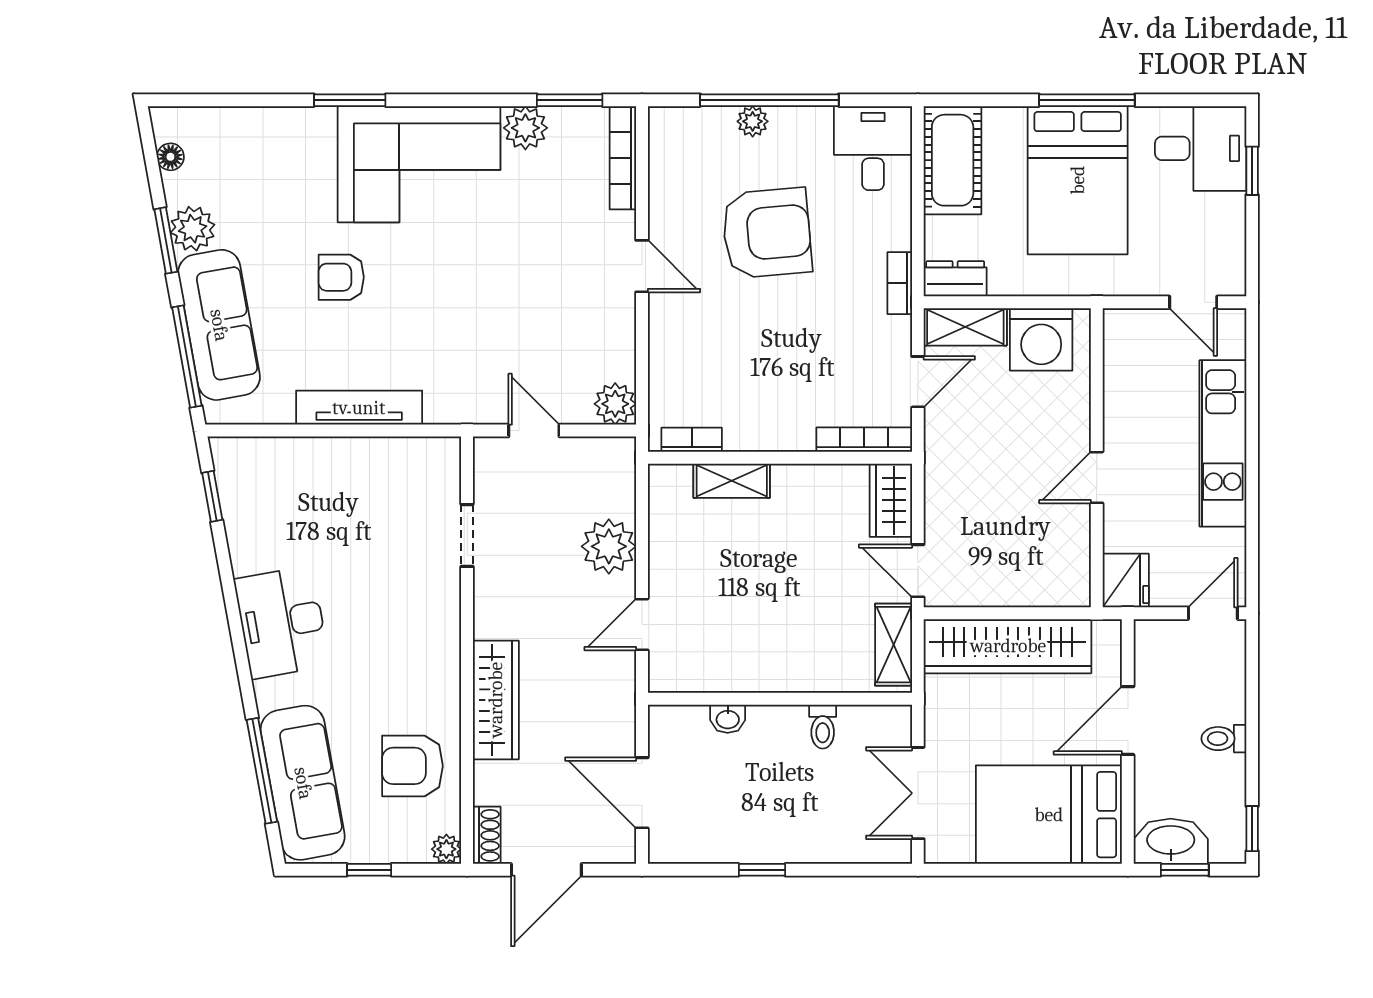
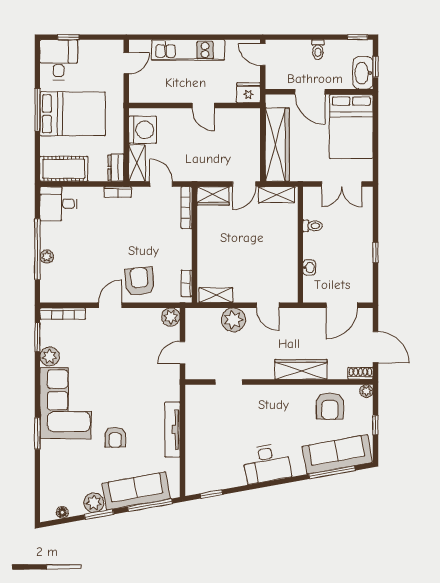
armchair: (767, 233) -> (139, 281), moved, width x0.73, depth x0.73
shelving: (732, 481) -> (216, 295), moved, turned 90

